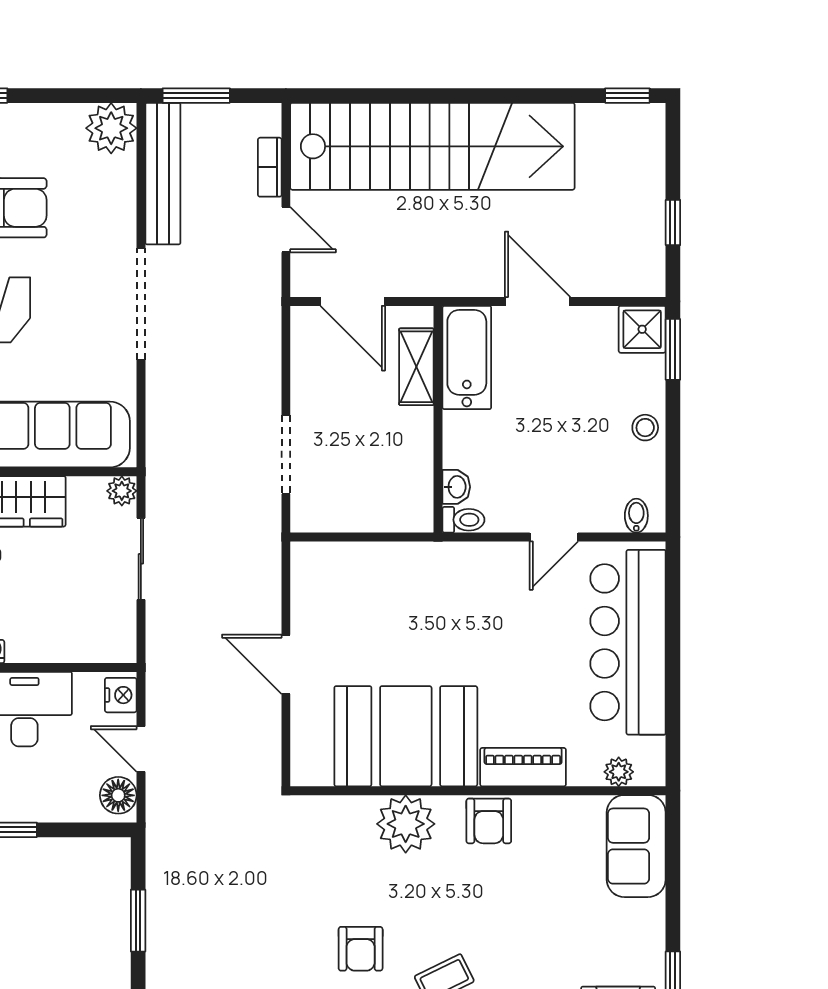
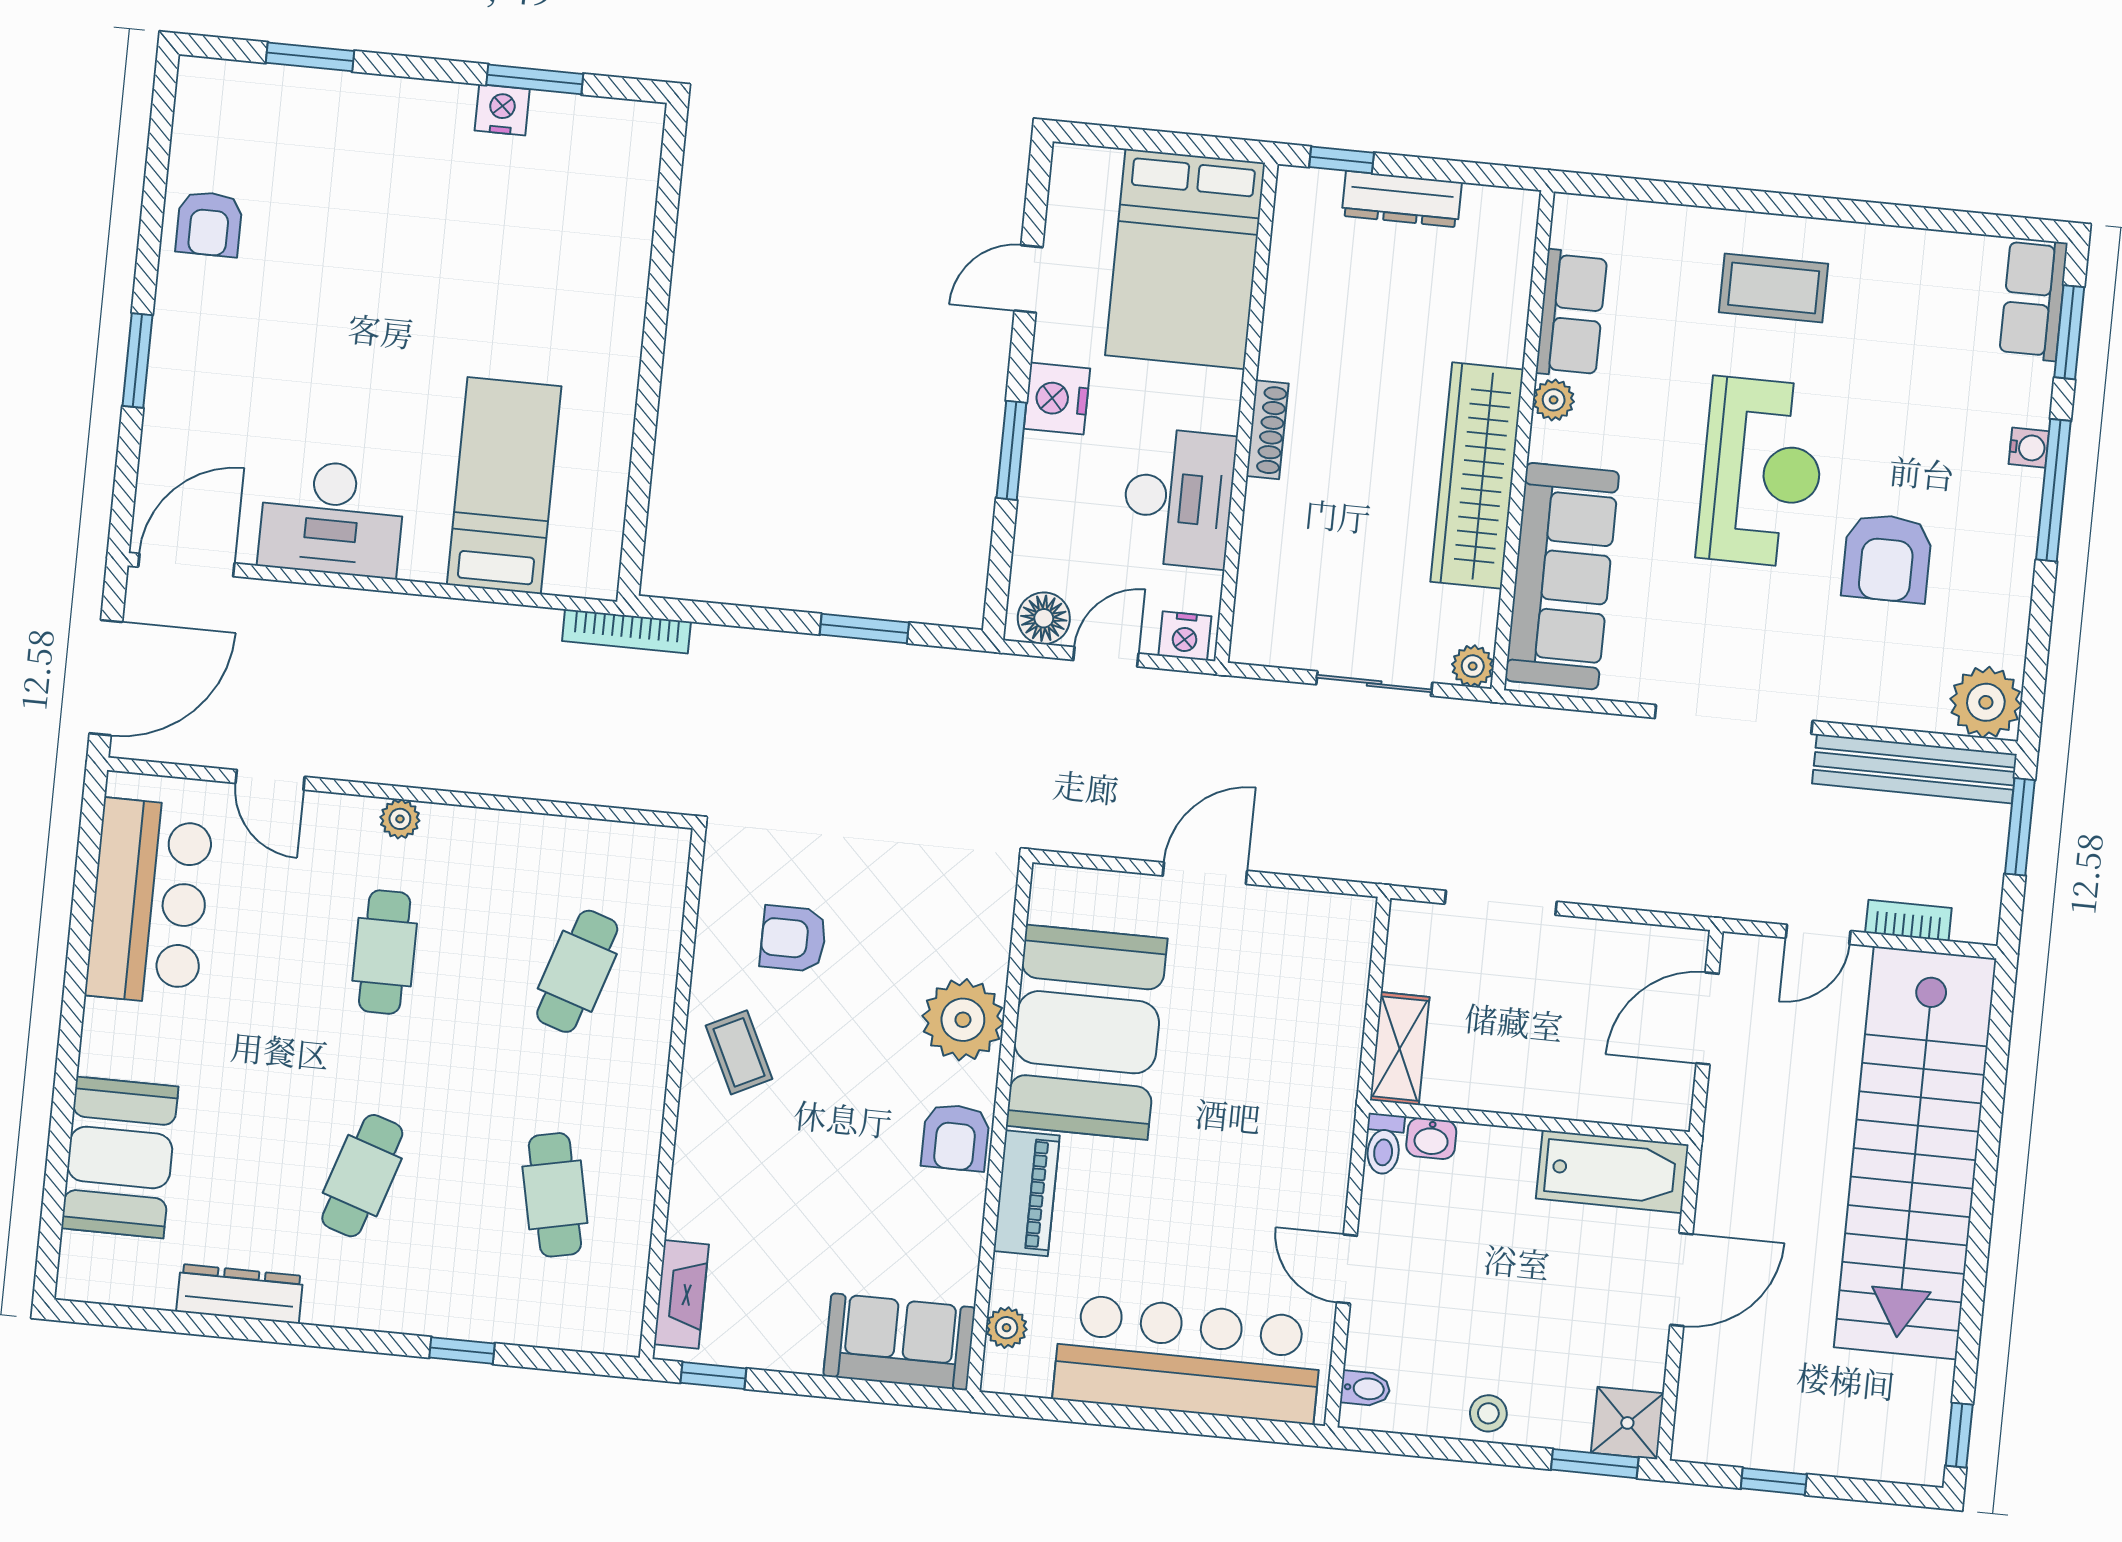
shelving: (416, 367) -> (1400, 1049), moved, turned 90
armchair: (489, 821) -> (955, 1137), turned -90

